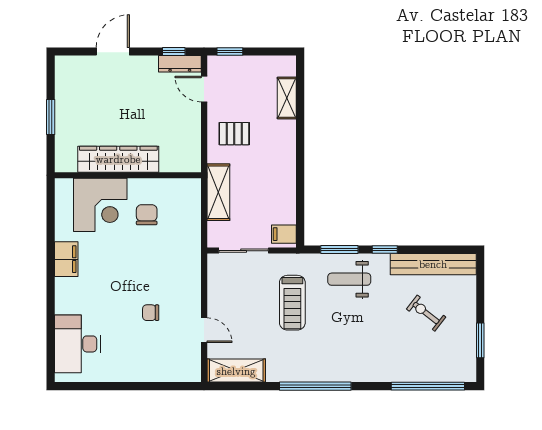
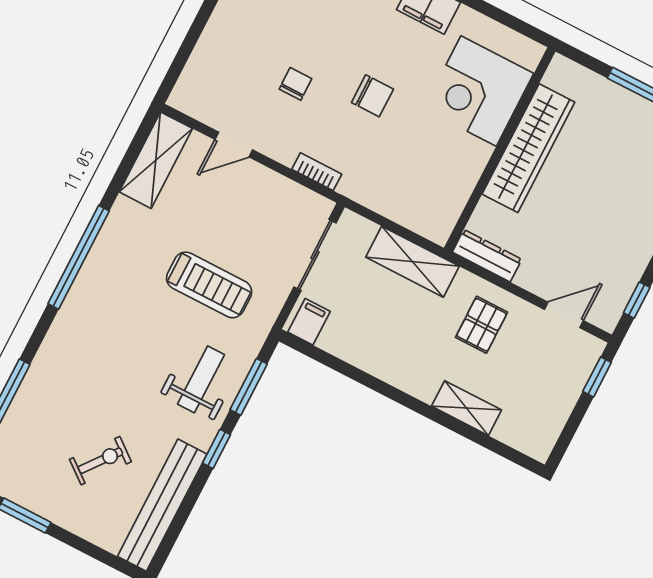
dresser: (180, 64) -> (487, 256), moved, turned 90
shelving: (287, 98) -> (467, 408), moved
chair: (147, 215) -> (372, 96), moved
bookcase: (195, 274) -> (317, 172), added
treadmill: (292, 303) -> (209, 285), turned 180

